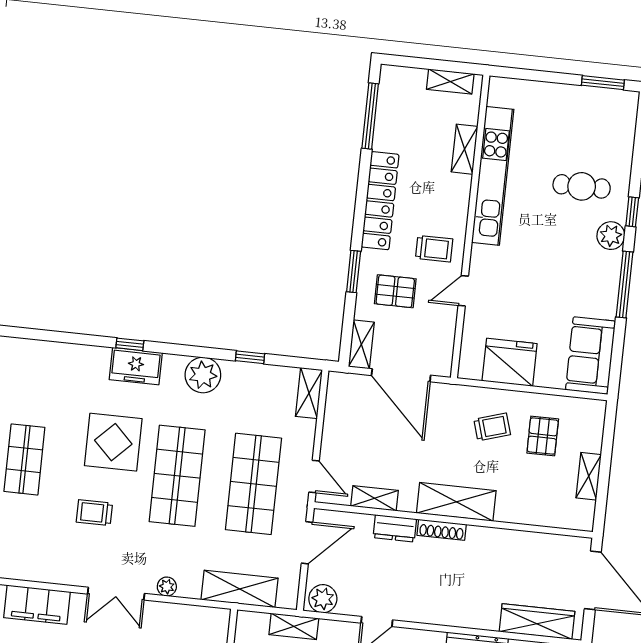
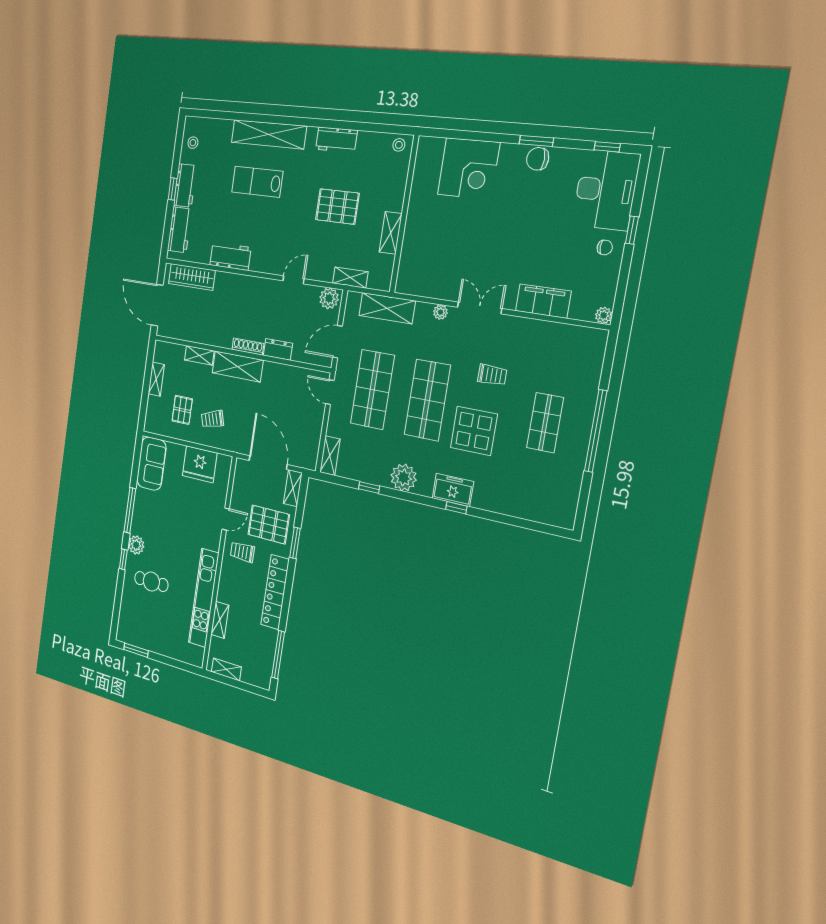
pallet: (395, 291) -> (269, 525), width x1.50, depth x1.42
shelving: (375, 498) -> (199, 355), moved

